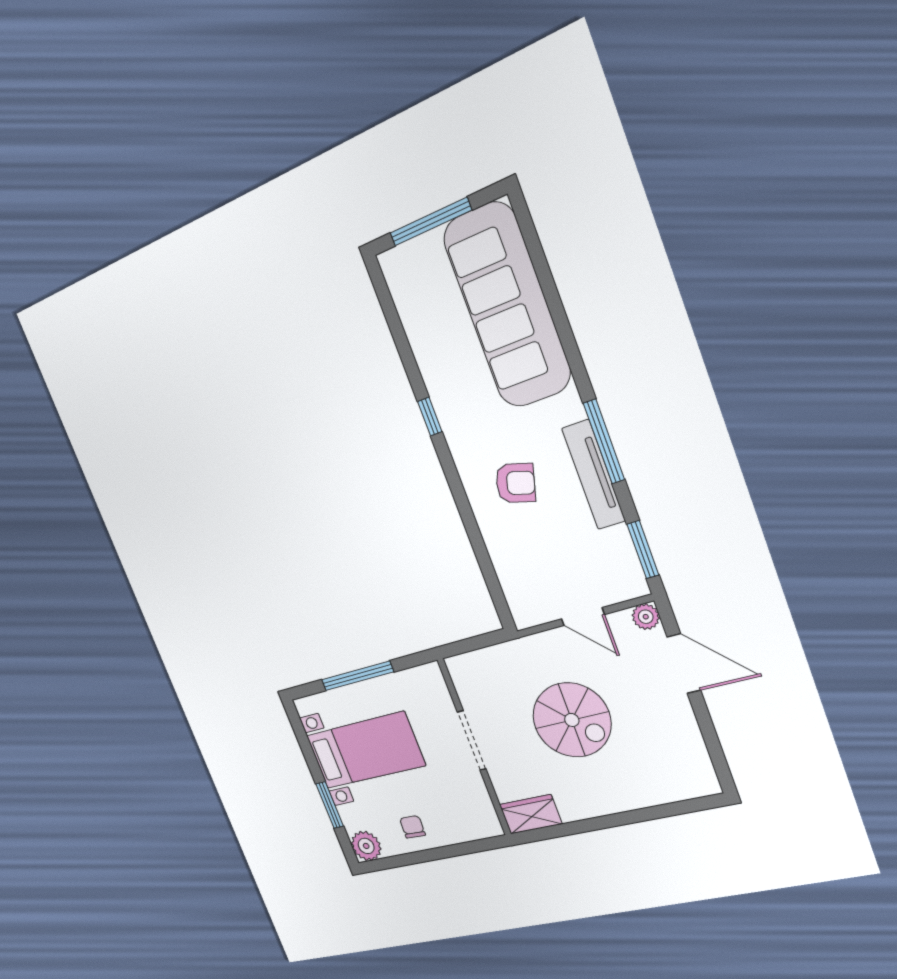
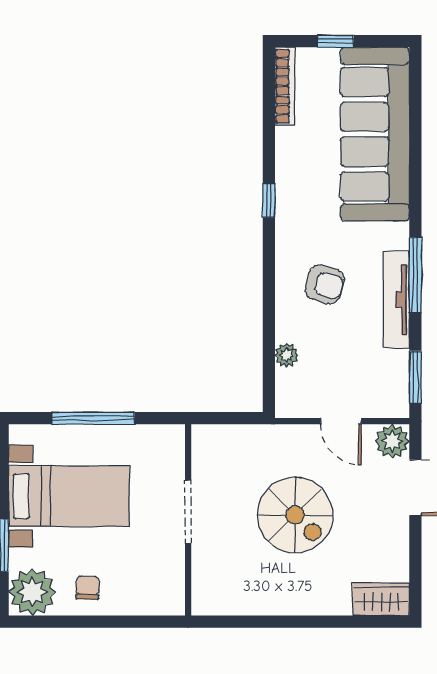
window: (431, 222) -> (336, 41), width x0.46
bookcase: (400, 292) -> (285, 86), added
plant: (505, 567) -> (287, 355), added
plant: (646, 617) -> (392, 441), width x1.38, depth x1.38
wardrobe: (531, 814) -> (381, 599), moved
plant: (366, 846) -> (32, 592), width x1.36, depth x1.36

